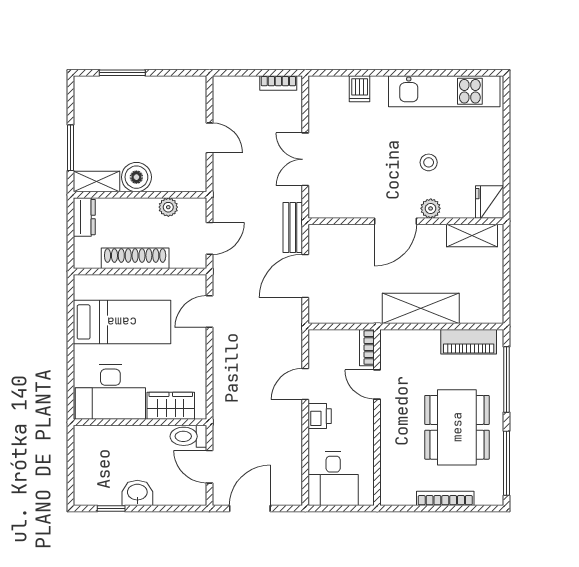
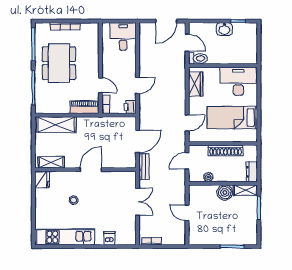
plant: (431, 208) -> (73, 176), removed
shelving: (421, 308) -> (56, 125), moved
piano: (469, 342) -> (85, 107), moved
wardrobe: (171, 406) -> (196, 84), moved, turned -90
printer: (320, 416) -> (130, 107), moved

